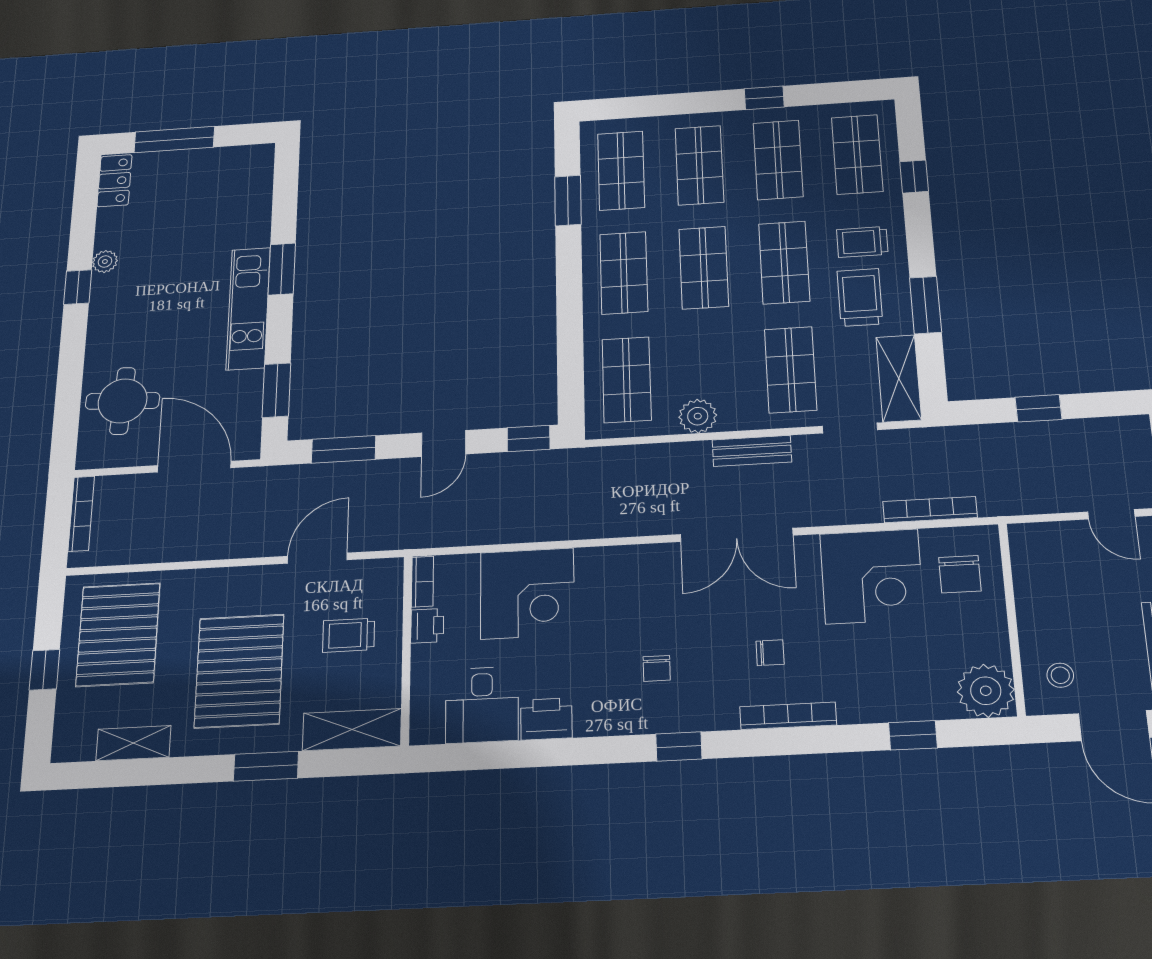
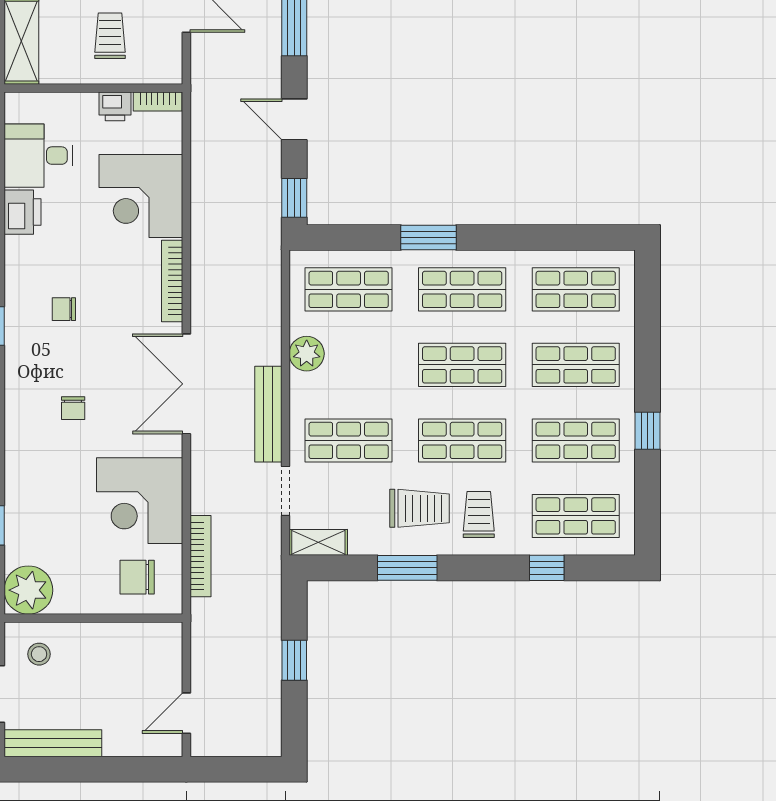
window: (568, 201) -> (429, 238), moved
shelving: (899, 378) -> (318, 542), width x0.67, depth x0.75
bench: (752, 451) -> (268, 414), width x1.36
bookcase: (788, 716) -> (172, 281), moved, turned 180

